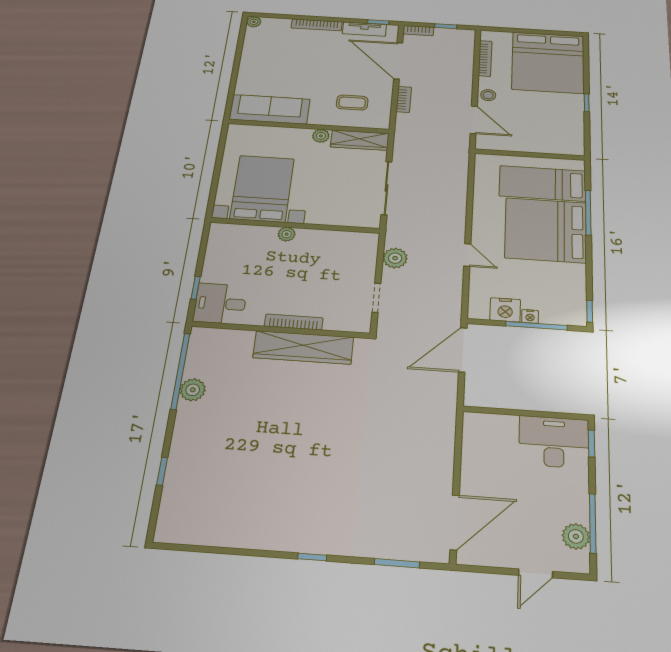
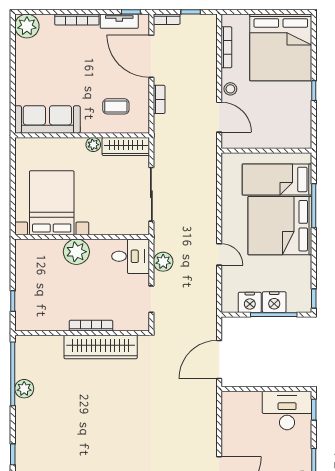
plant: (254, 22) -> (27, 26), width x1.87, depth x1.87
plant: (287, 234) -> (76, 252), width x1.88, depth x1.88
desk: (220, 304) -> (131, 256), moved, turned 180
nightstand: (530, 316) -> (274, 302), width x1.89, depth x1.79
door: (463, 350) -> (219, 360), moved

